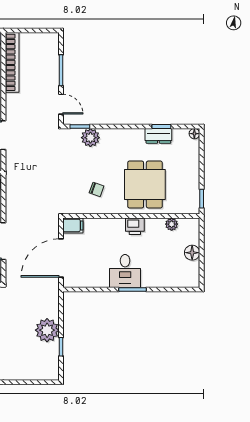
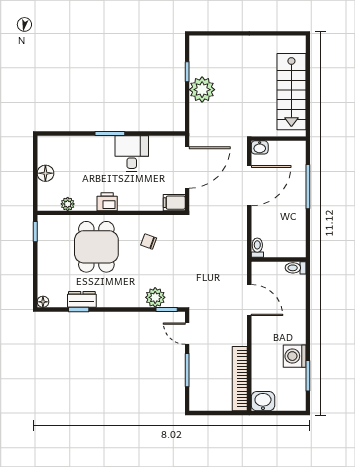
desk: (125, 271) -> (132, 153), moved

